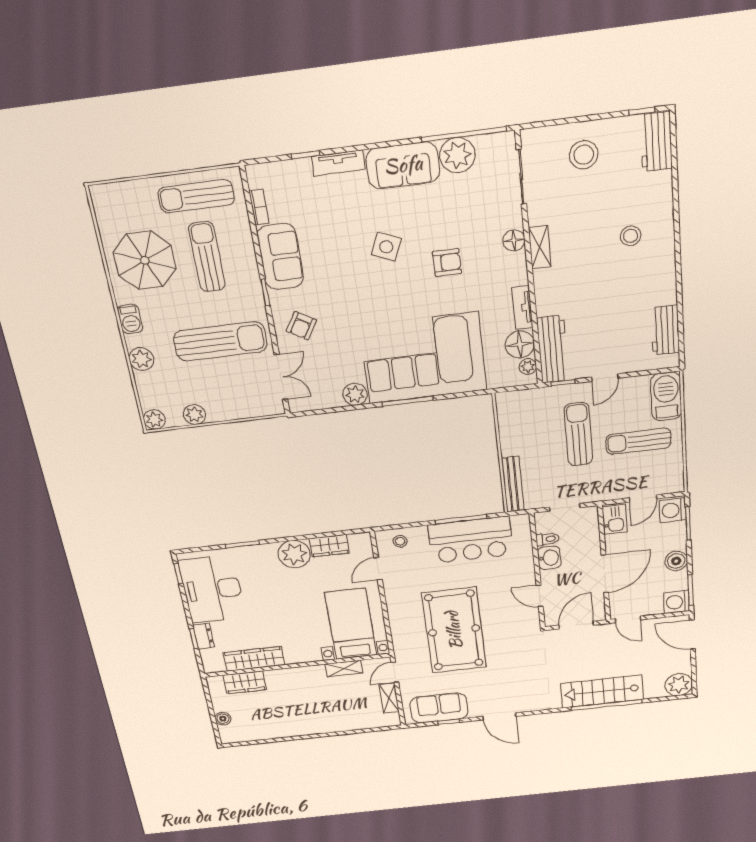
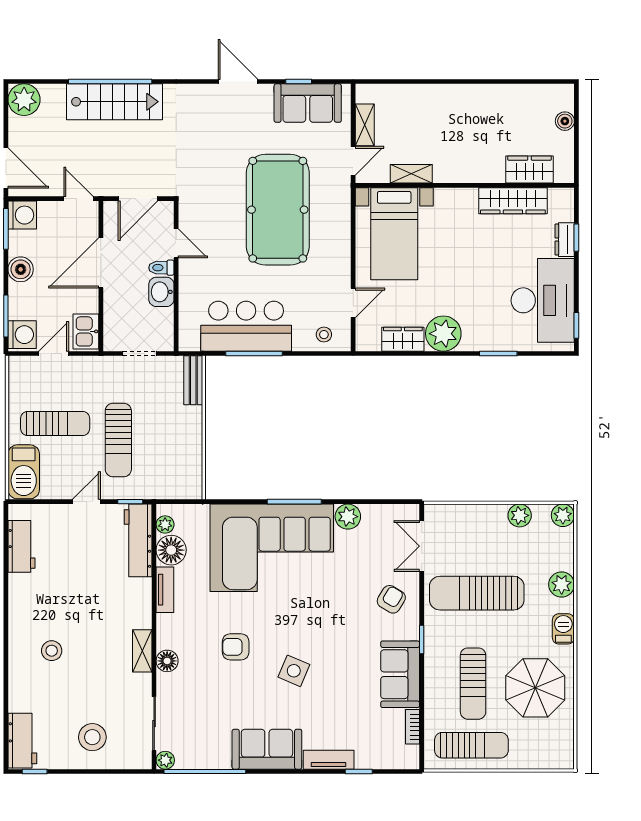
plant: (457, 155) -> (165, 760), moved, width x0.53, depth x0.53
bench: (513, 484) -> (193, 380), width x0.73
toilet: (548, 539) -> (161, 268), moved

